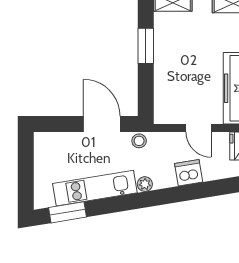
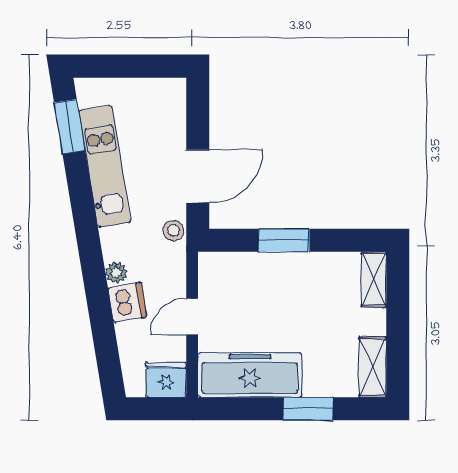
window: (146, 46) -> (284, 240), moved
plant: (145, 184) -> (116, 273), moved

